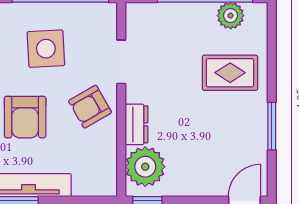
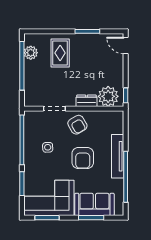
side table: (46, 49) -> (48, 147), width x0.54, depth x0.54
armchair: (25, 117) -> (83, 158), turned 90

